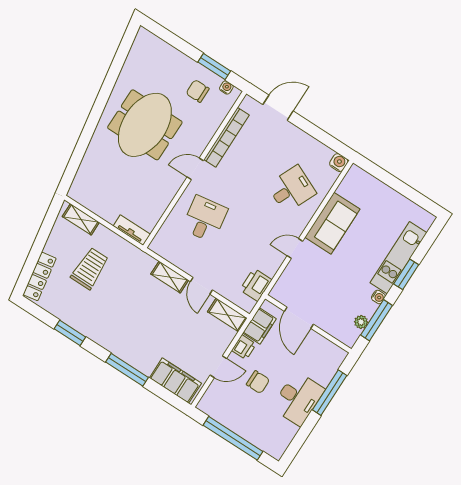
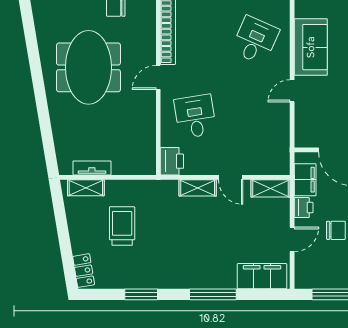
tv unit: (132, 230) -> (92, 168), moved
locker: (40, 276) -> (84, 271), width x0.66
printer: (256, 285) -> (172, 161), moved, turned 180

